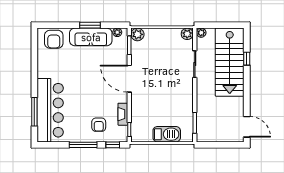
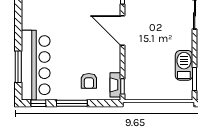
fireplace: (123, 114) -> (115, 85), moved
barbecue: (167, 134) -> (184, 65), moved, turned -90
window: (113, 145) -> (38, 103), moved

